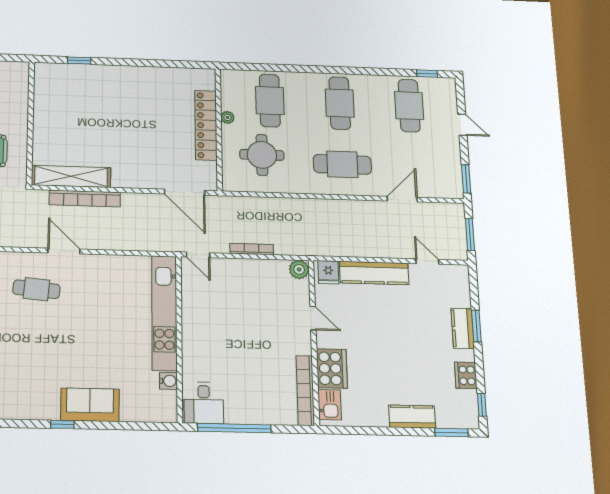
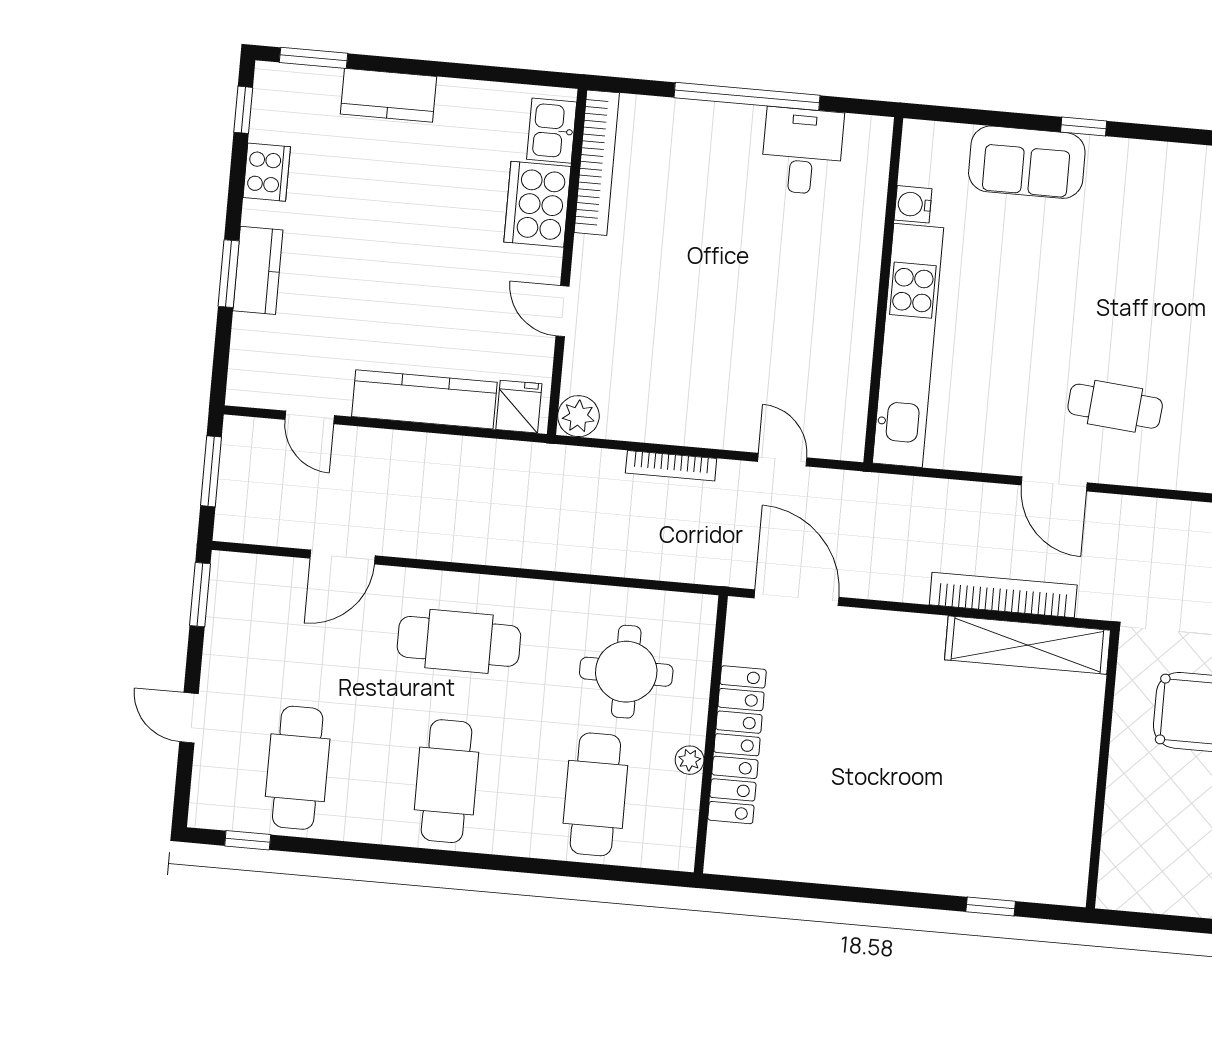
kitchen unit: (164, 313) -> (908, 345), moved
wall: (179, 338) -> (883, 290), moved
water cooler: (168, 381) -> (913, 204), moved

